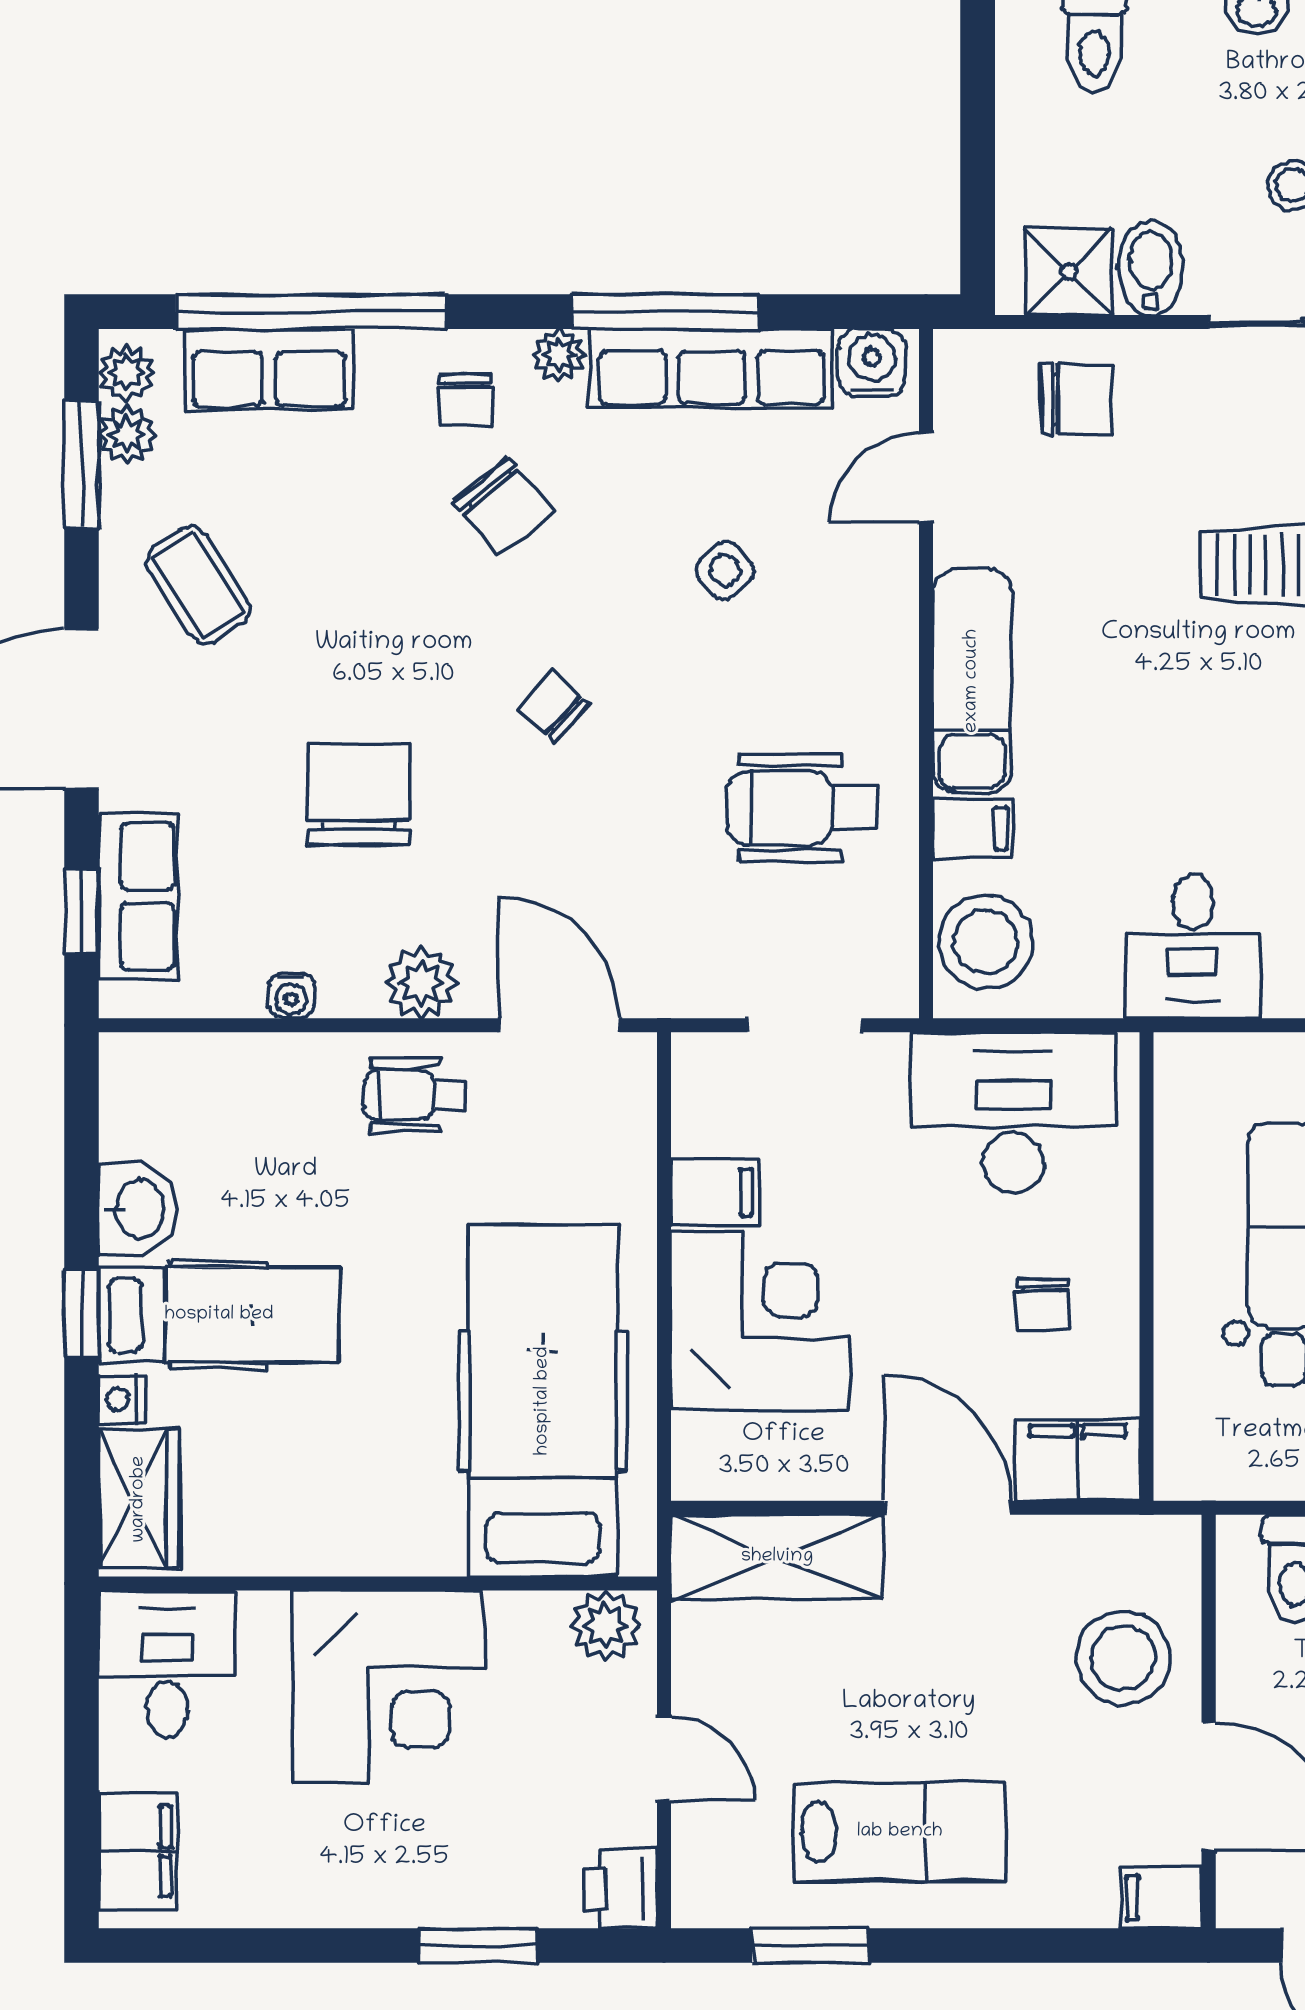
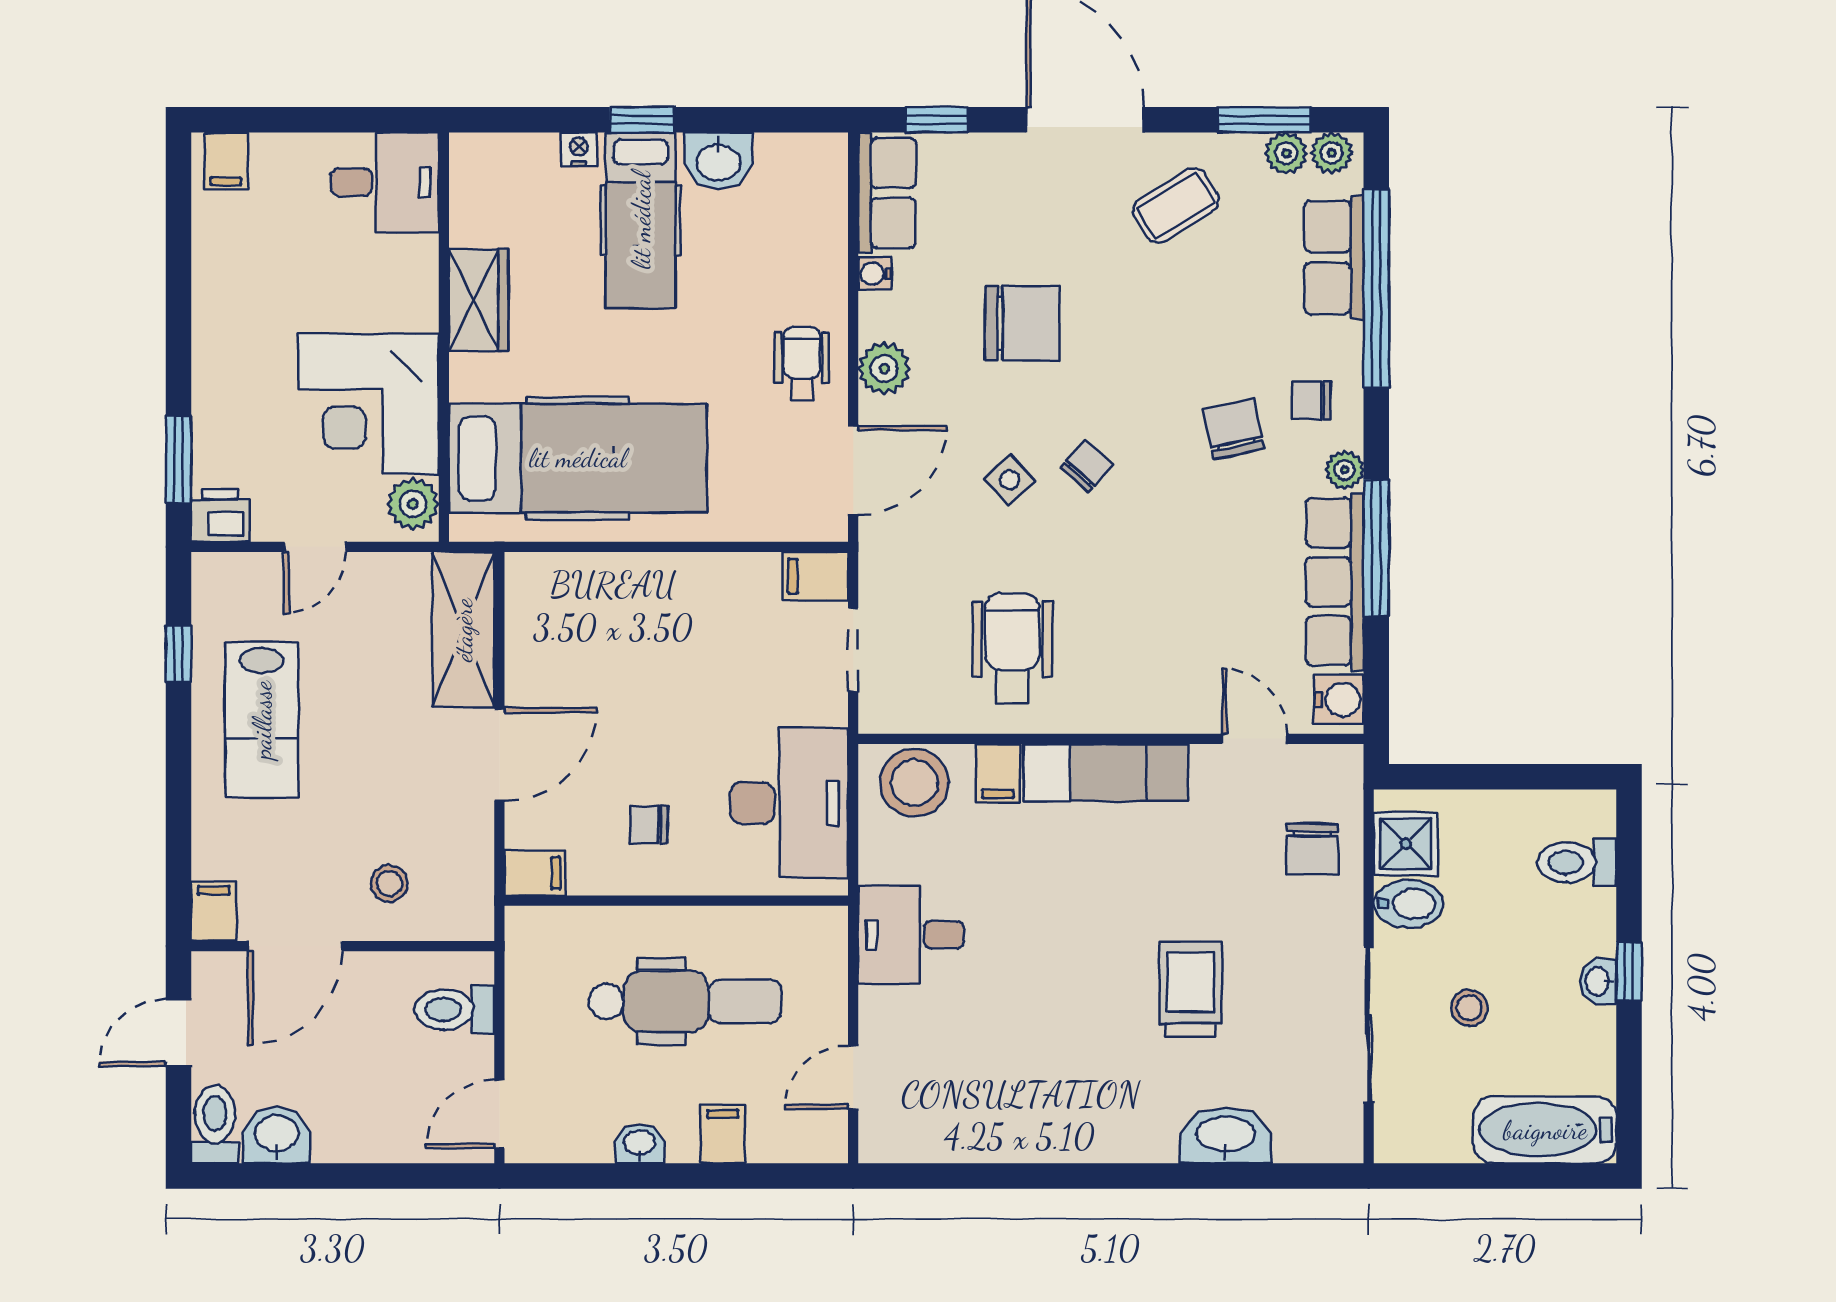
chair: (503, 506) -> (1233, 429), turned 117
side table: (725, 570) -> (1010, 480), moved
row of seats: (138, 896) -> (887, 193), moved, turned -90
filing cabinet: (715, 1192) -> (816, 576), moved, turned 90
corner desk: (760, 1320) -> (637, 617), removed
filing cabinet: (1078, 1460) -> (535, 873), width x0.50
wardrobe: (139, 1499) -> (478, 300), moved, turned -90
stool: (1123, 1658) -> (389, 883), width x0.53, depth x0.53
corner desk: (388, 1686) -> (368, 404), moved
filing cabinet: (138, 1851) -> (226, 161), width x0.50
window: (478, 1946) -> (178, 459), moved
window: (810, 1946) -> (178, 654), width x0.67

